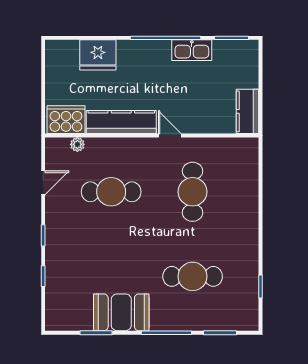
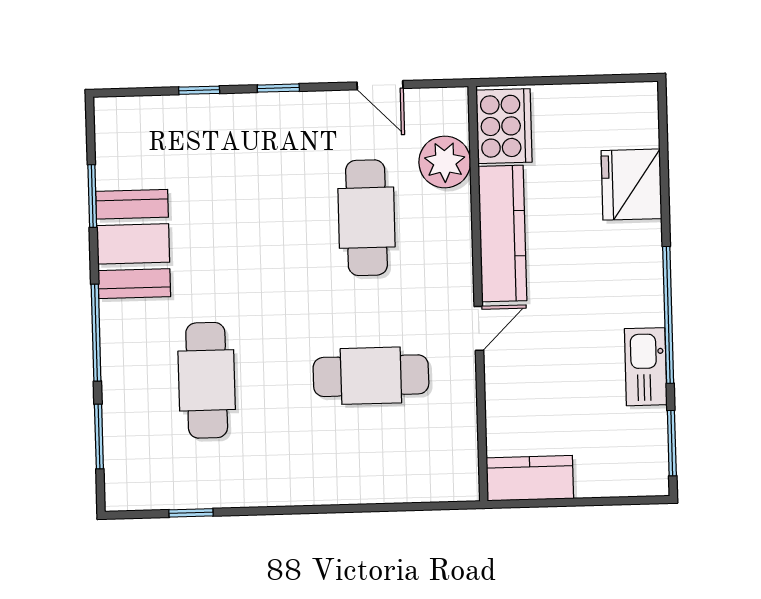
plant: (77, 144) -> (445, 162), width x1.88, depth x1.88

